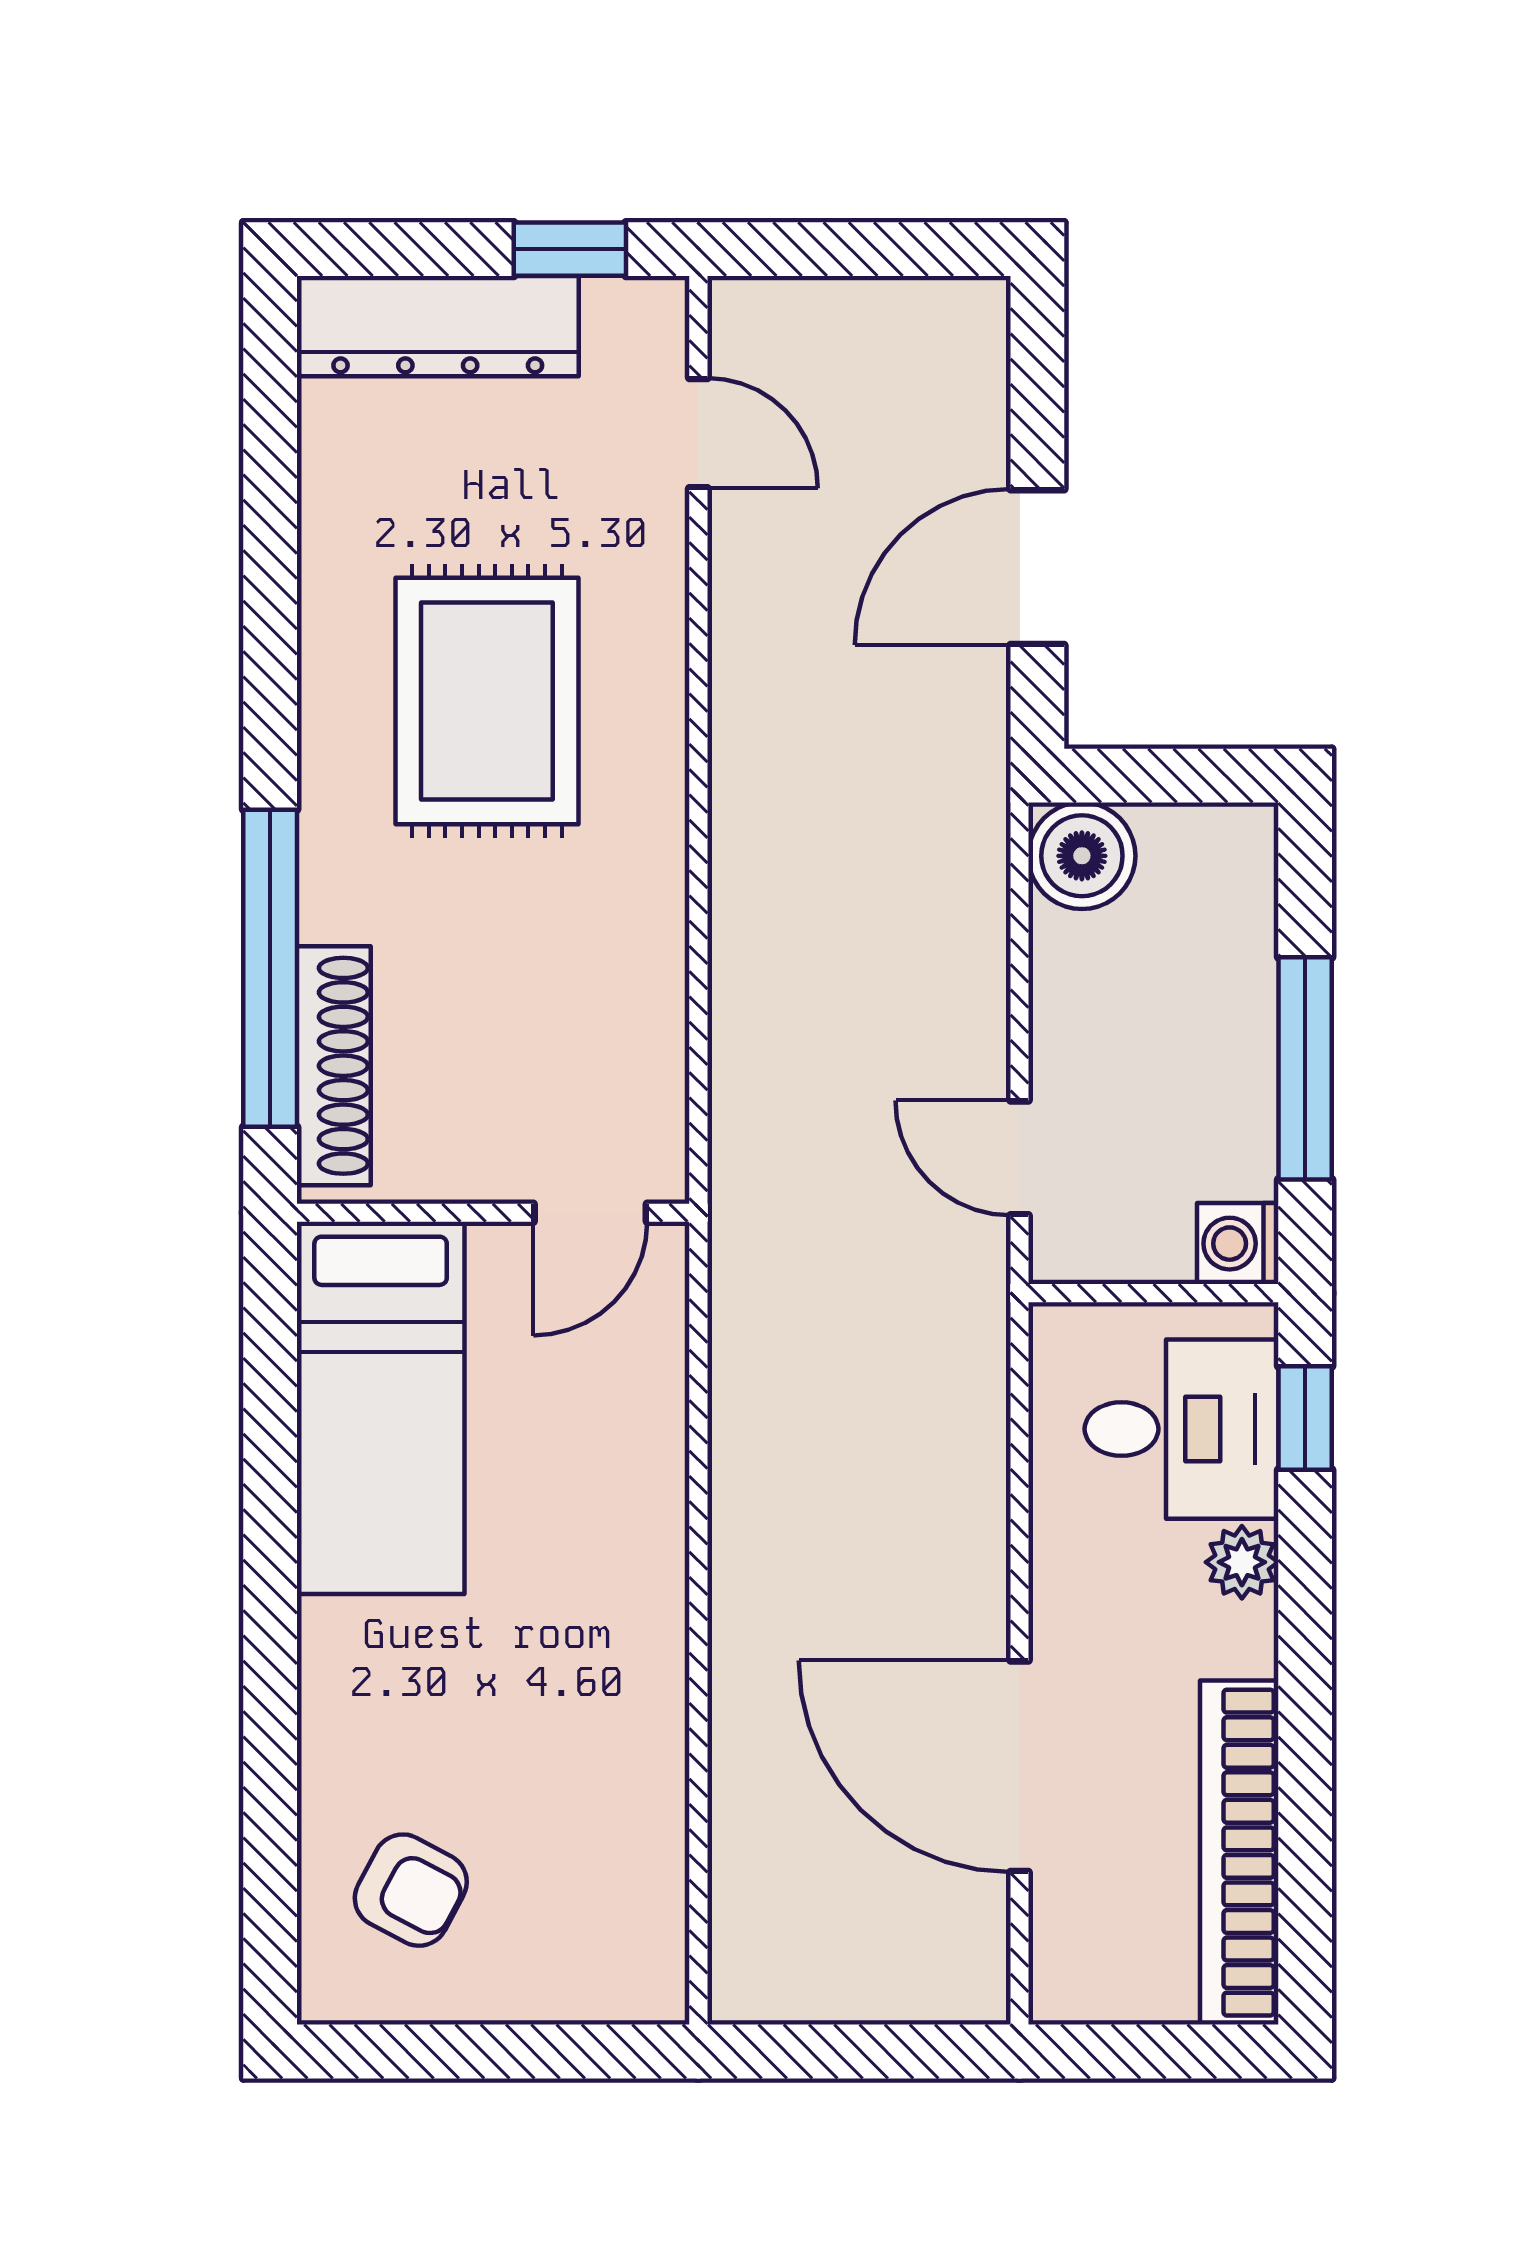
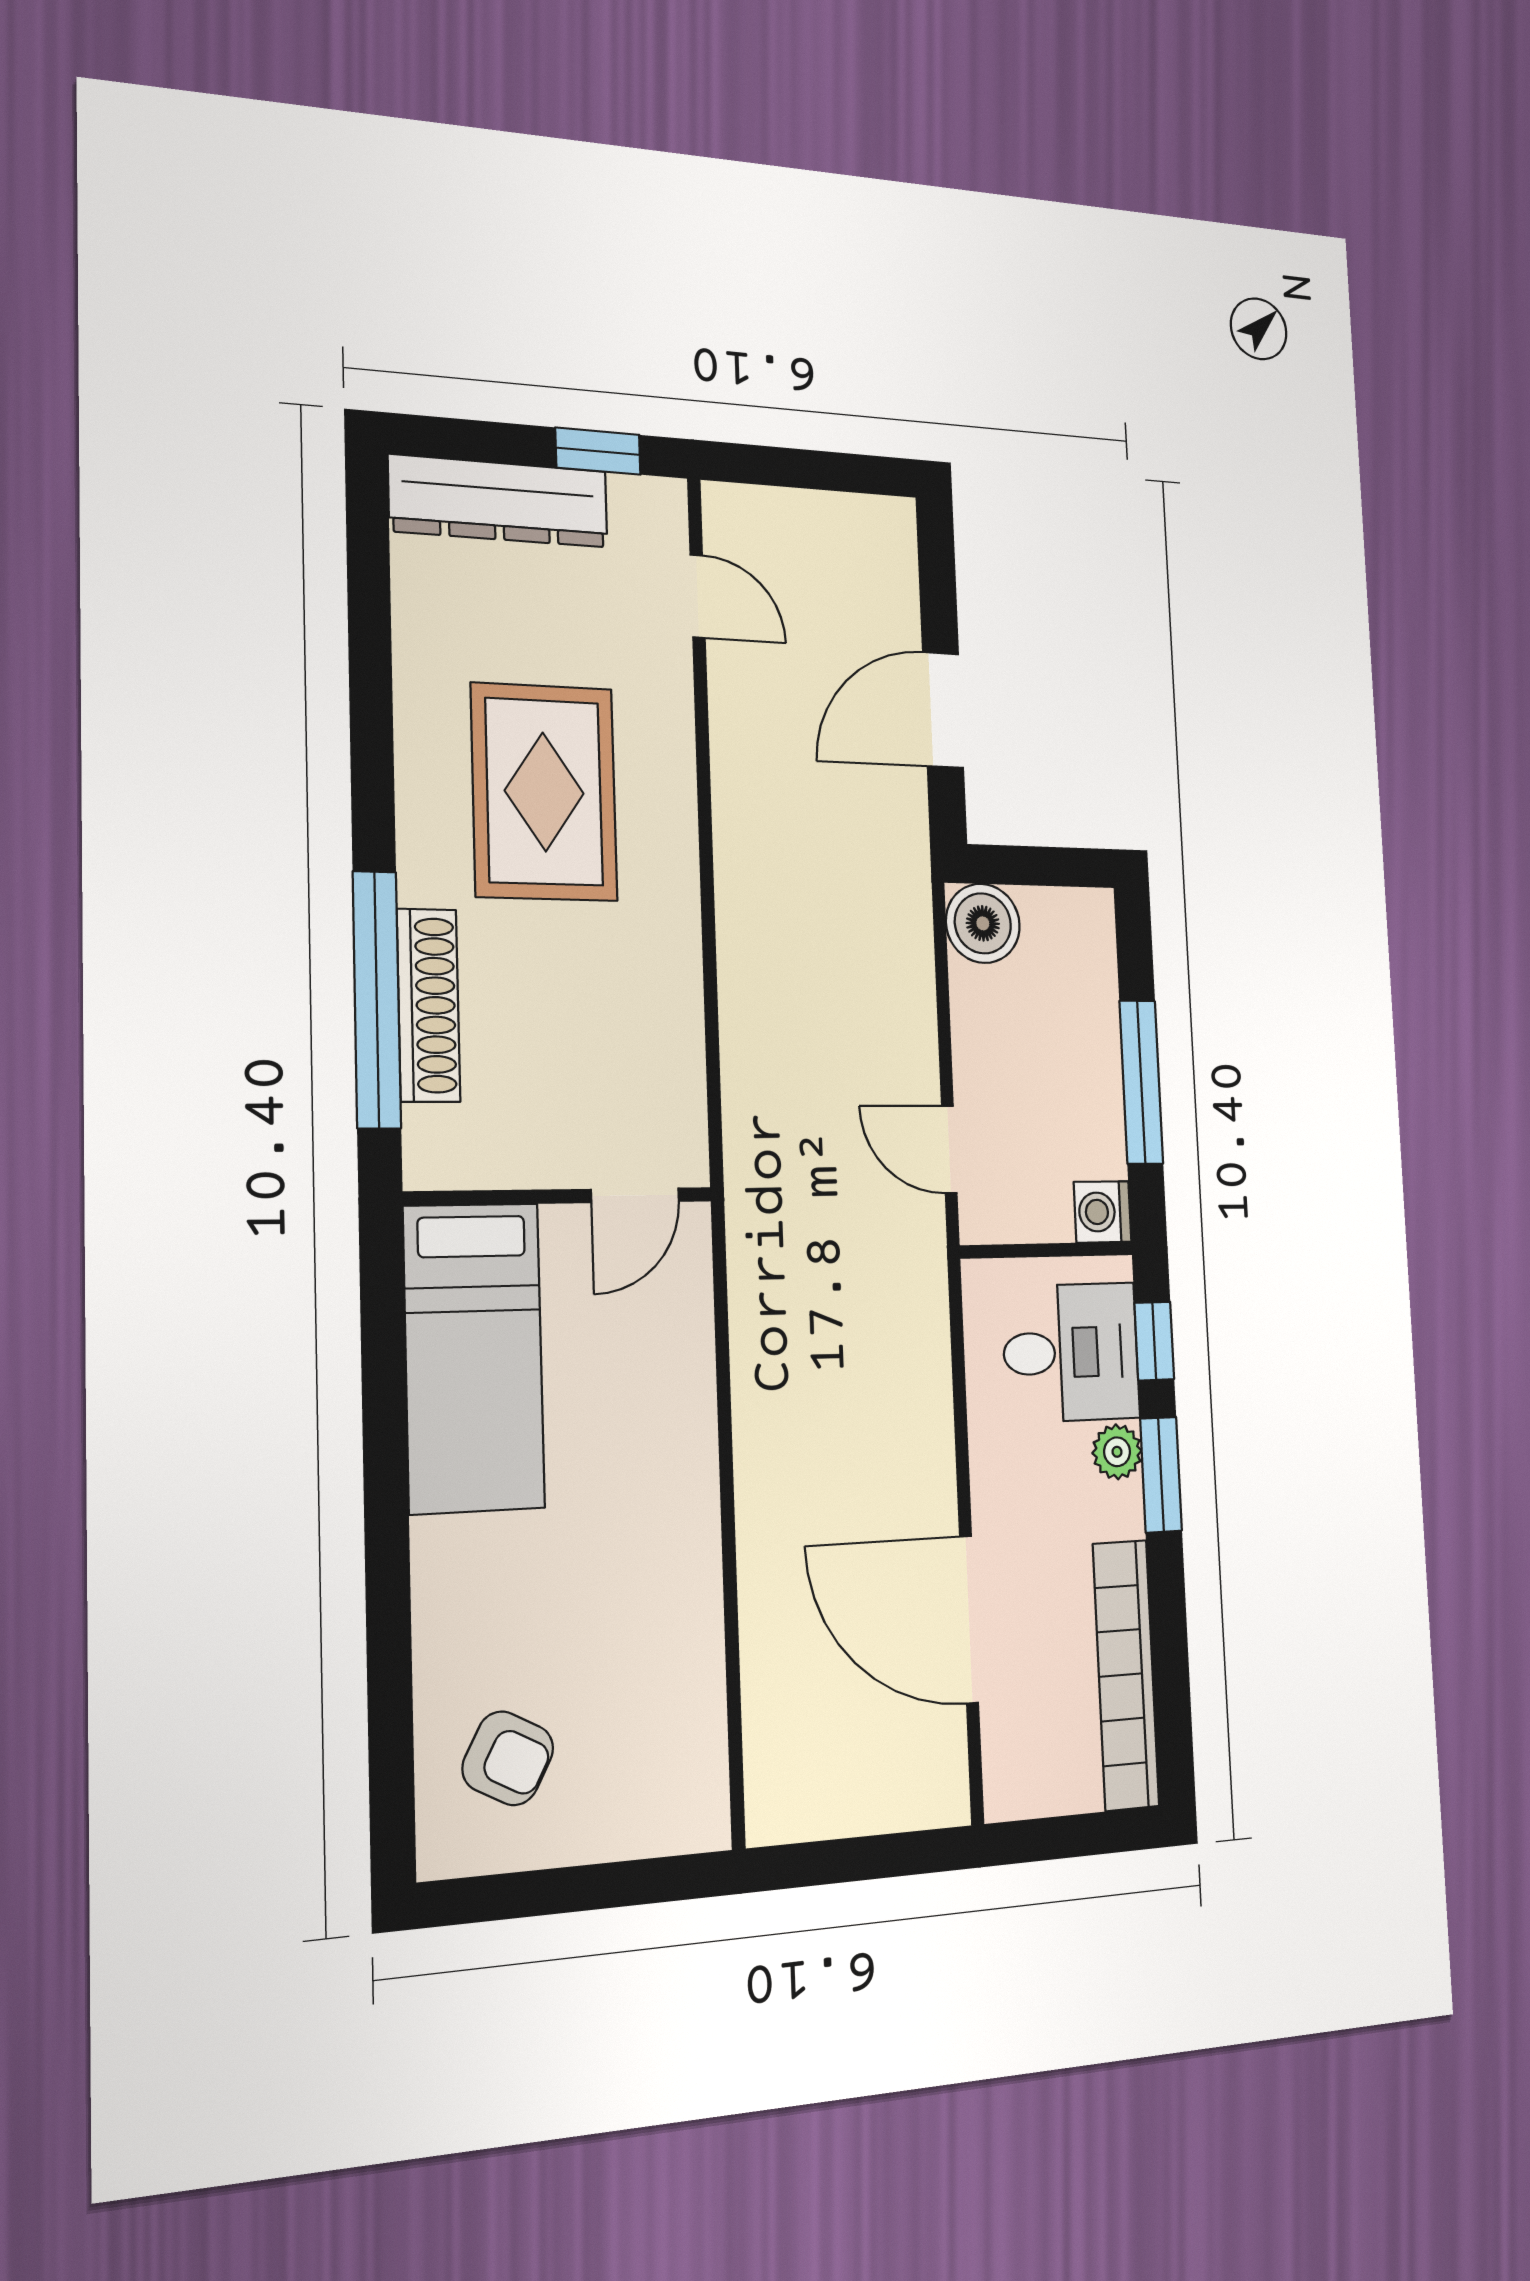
shoe rack: (334, 1066) -> (428, 1005), moved
window: (1305, 1595) -> (1161, 1475), added

